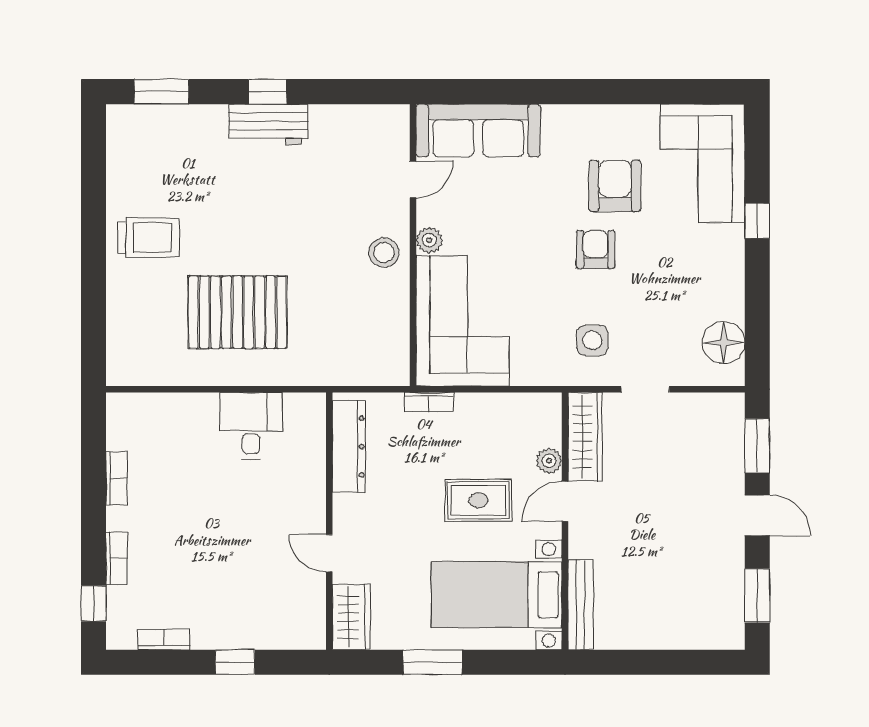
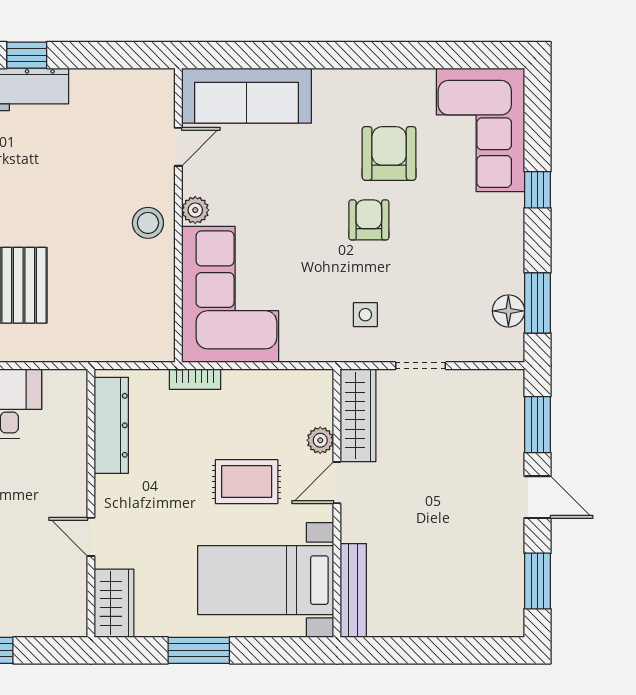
window: (757, 329) -> (537, 303), added
side table: (592, 340) -> (365, 315), width x0.73, depth x0.73
floor lamp: (724, 343) -> (508, 311), width x0.73, depth x0.73

